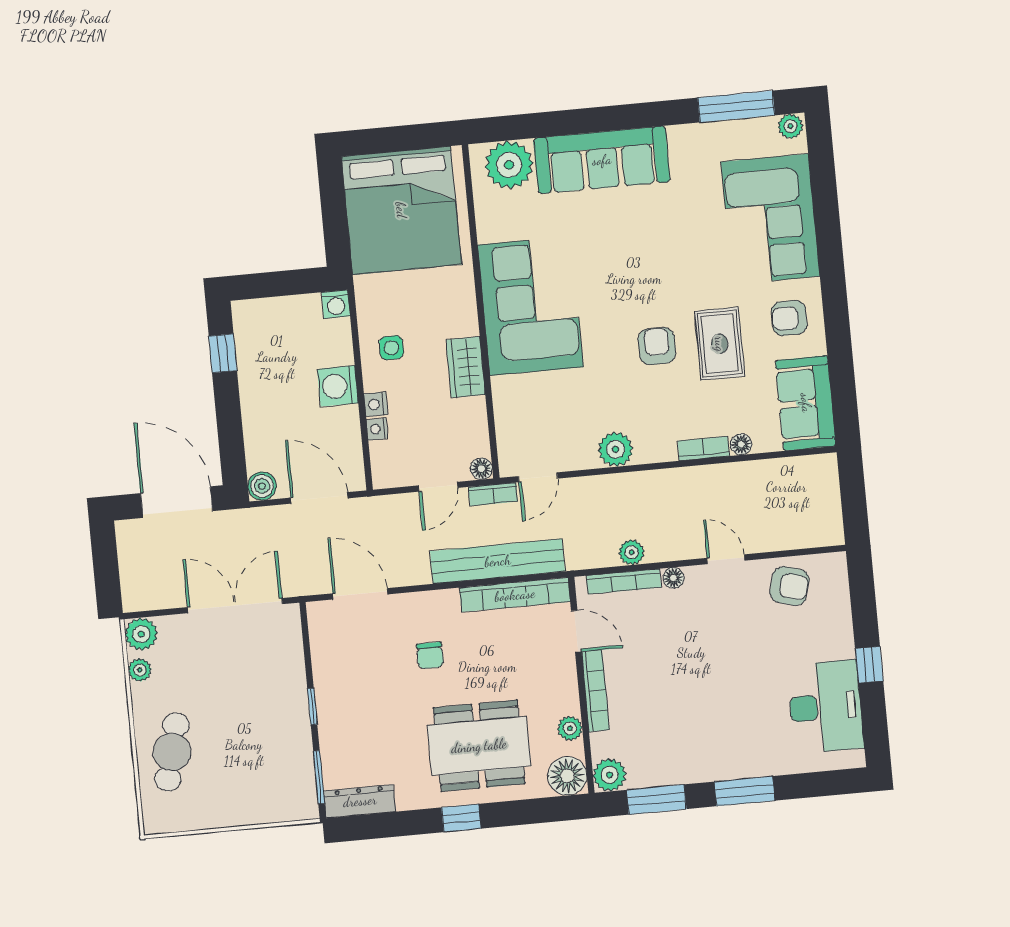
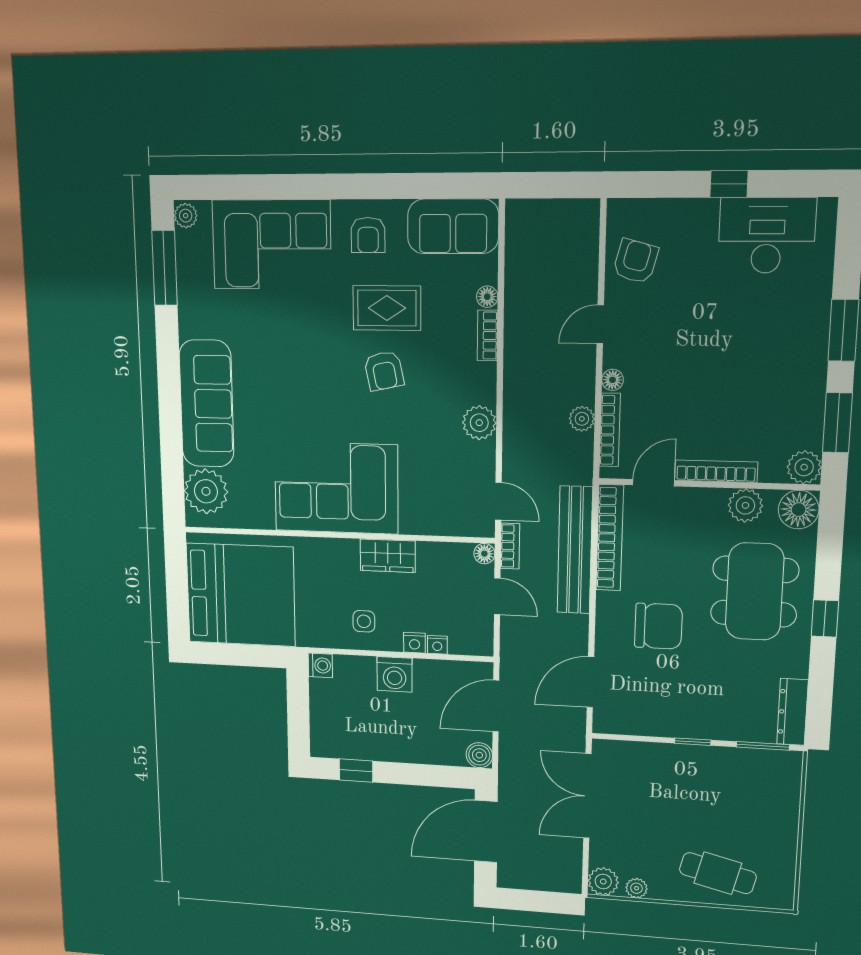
armchair: (657, 346) -> (384, 371), turned -102
chair: (430, 655) -> (658, 626), width x1.87, depth x1.87
plant: (570, 728) -> (745, 505), width x1.38, depth x1.38

